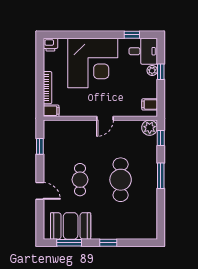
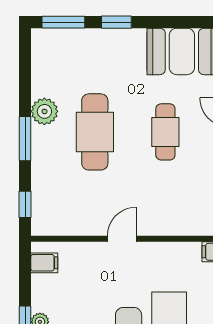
plant: (150, 128) -> (44, 111), moved
window: (69, 243) -> (63, 22), moved

